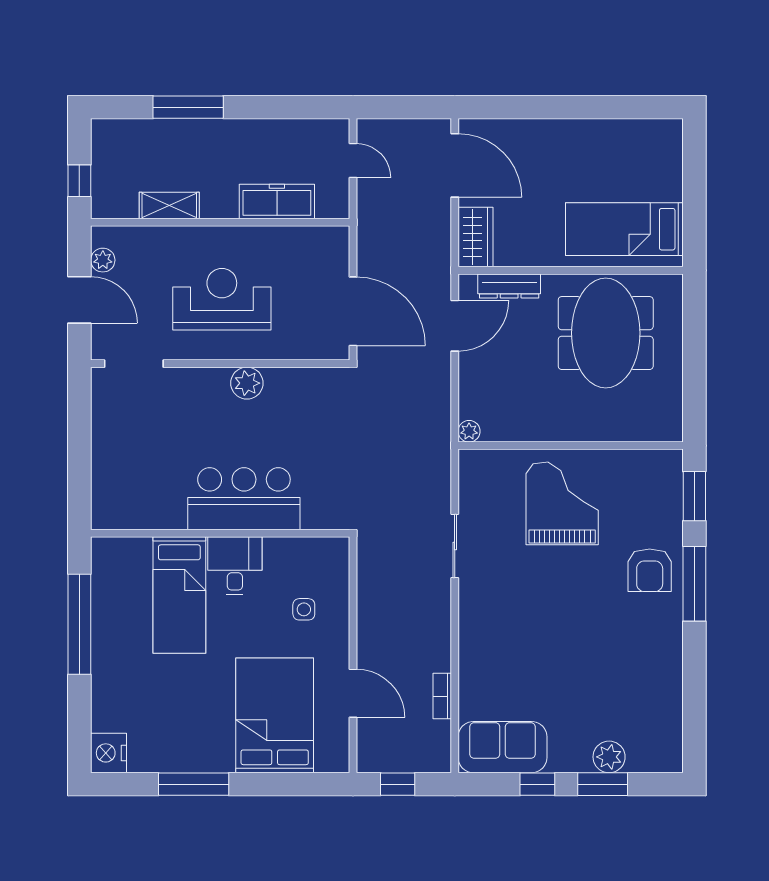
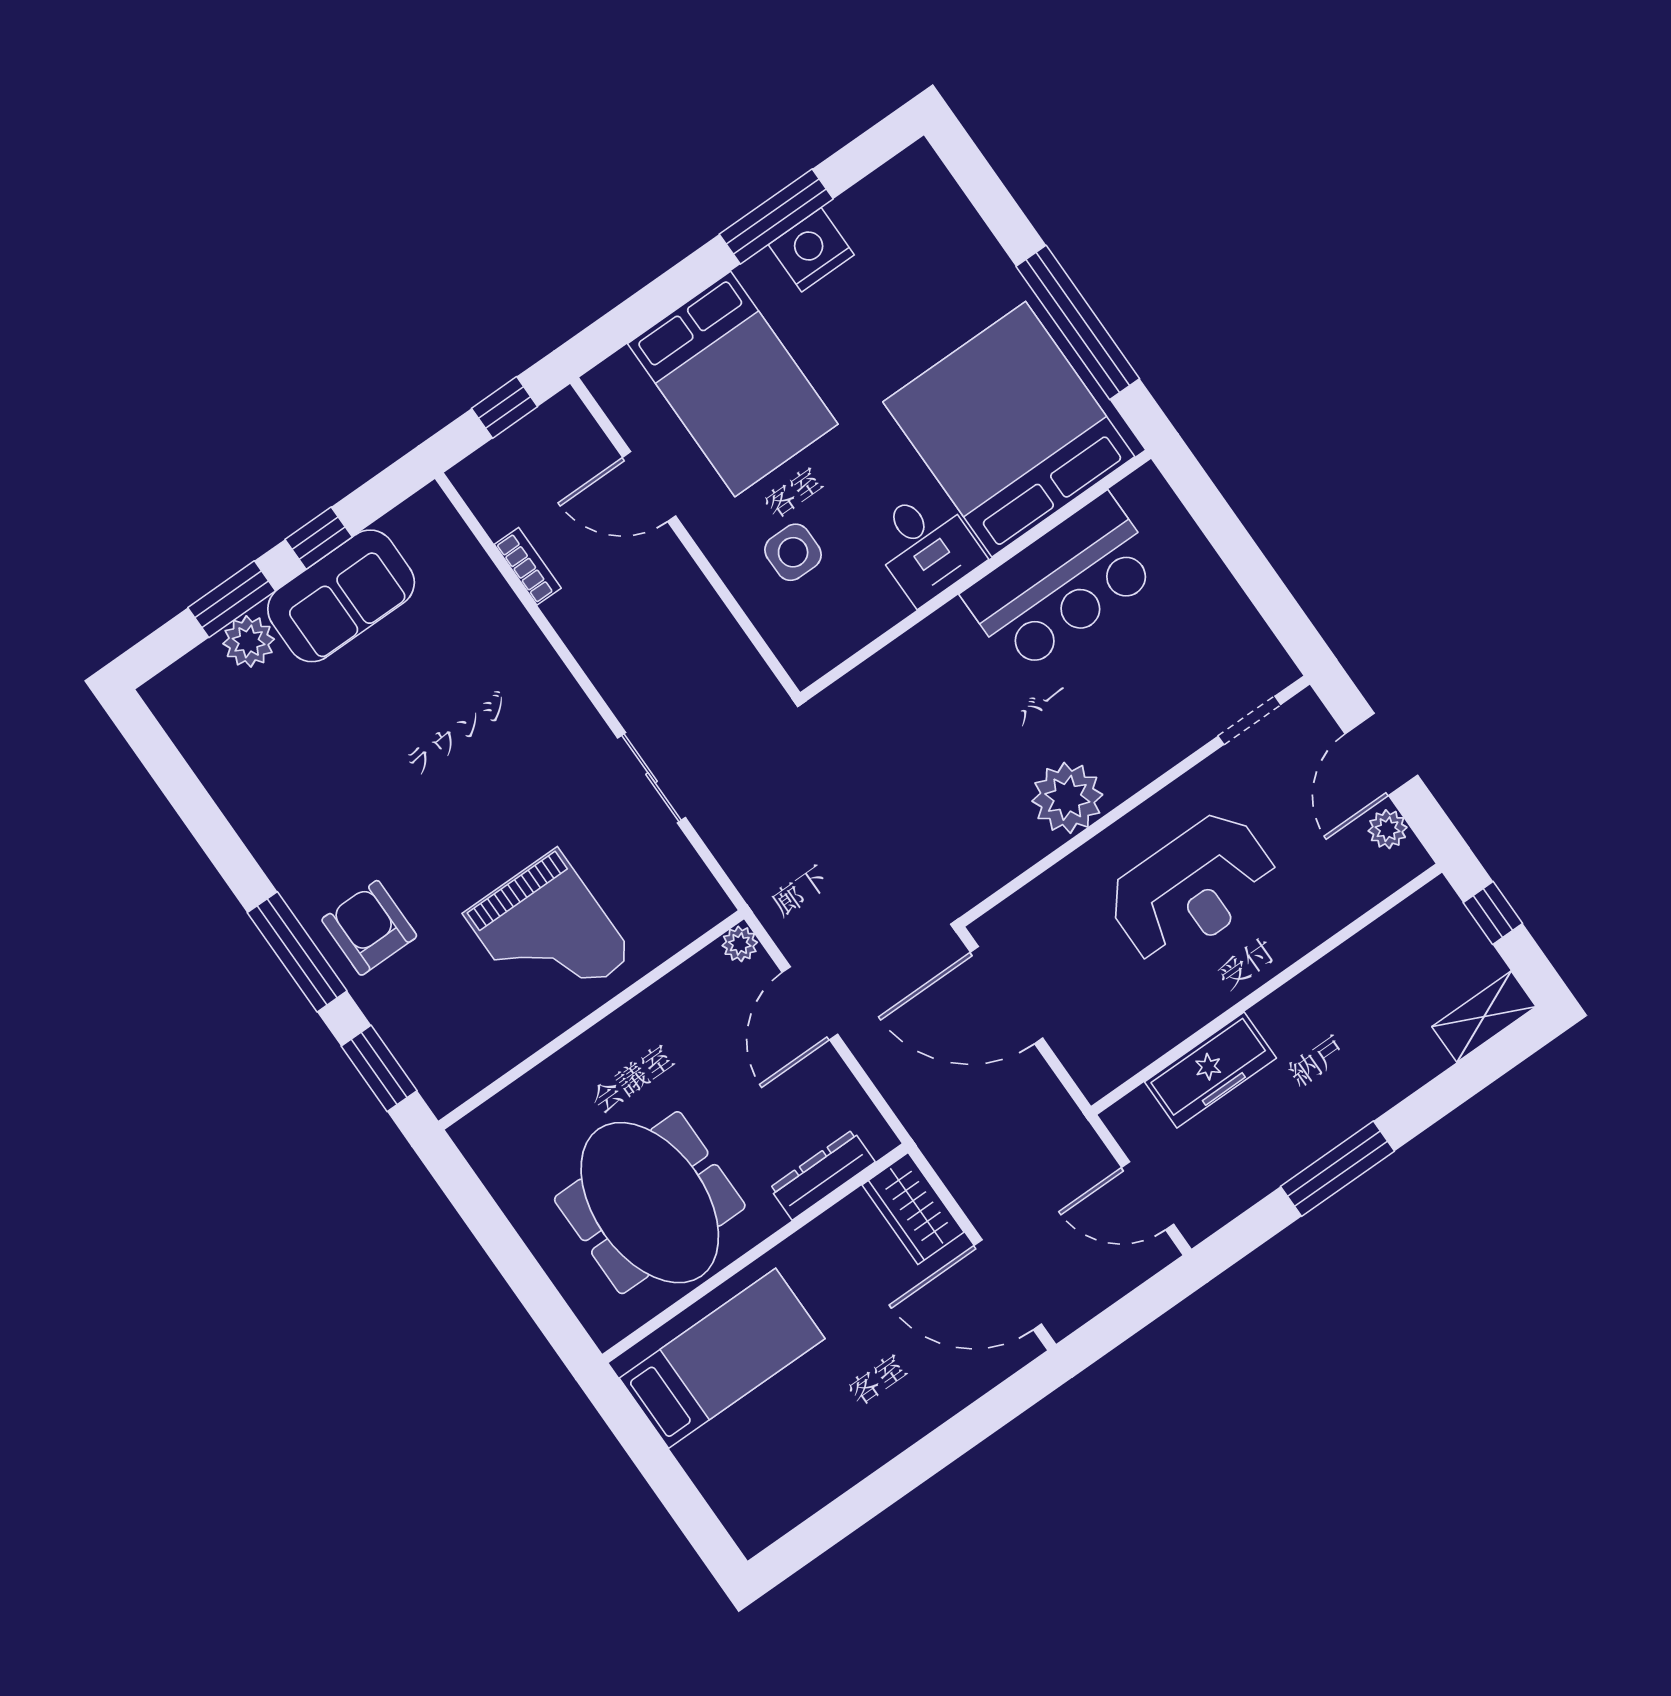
window: (188, 107) -> (1337, 1169), moved
door: (353, 161) -> (1148, 1196), width x1.38
shelving: (169, 206) -> (1484, 1017), moved
door: (79, 300) -> (1381, 754), hinge flipped
door: (455, 326) -> (810, 1003), moved
doorway: (134, 364) -> (1249, 720), width x0.73
plant: (247, 383) -> (1067, 798), width x1.36, depth x1.36
bar counter: (244, 499) -> (1062, 583), moved
bed: (179, 595) -> (1009, 429), width x2.04
side table: (304, 609) -> (793, 552), width x1.37, depth x1.37
sofa: (502, 747) -> (341, 596), moved
nightstand: (109, 753) -> (811, 250), moved, turned -90

